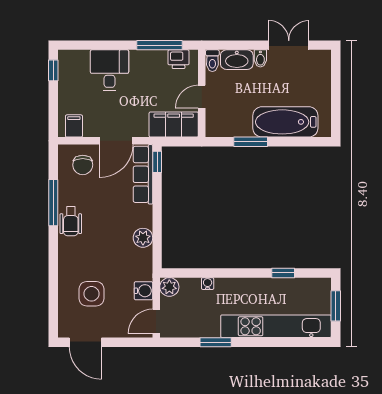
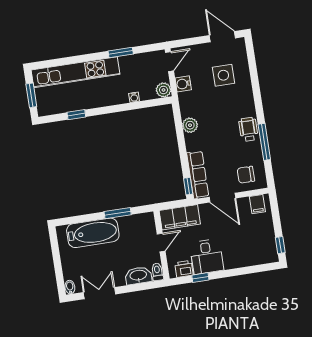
window: (160, 45) -> (200, 278), width x0.46
double door: (289, 45) -> (99, 293), swing flipped
bidet: (260, 58) -> (70, 287), moved
desk: (109, 70) -> (207, 257), moved
door: (116, 141) -> (222, 198), swing flipped
chair: (83, 165) -> (246, 175), turned -90

